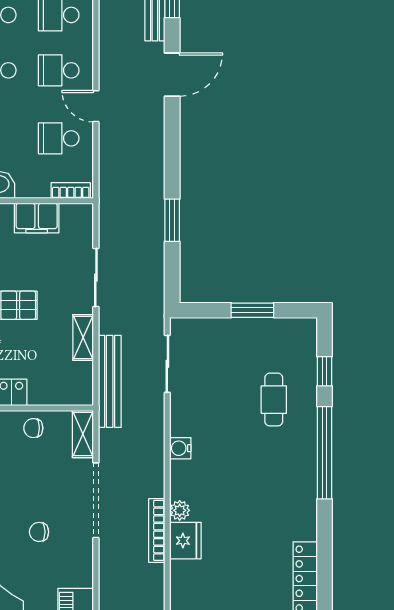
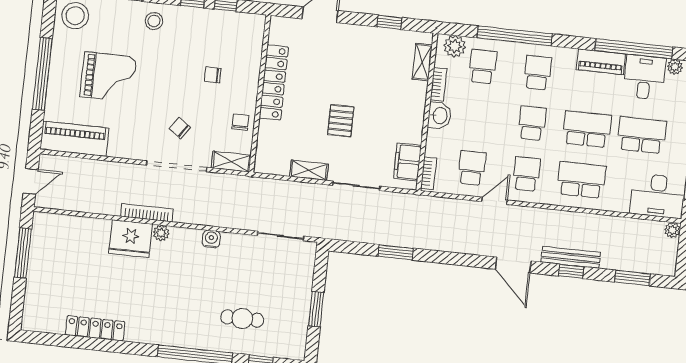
filing cabinet: (37, 218) -> (407, 162), moved
bench: (110, 381) -> (271, 188), removed
chair: (39, 532) -> (180, 128), moved, turned -55
fridge: (185, 541) -> (131, 239), width x1.36, depth x1.34

